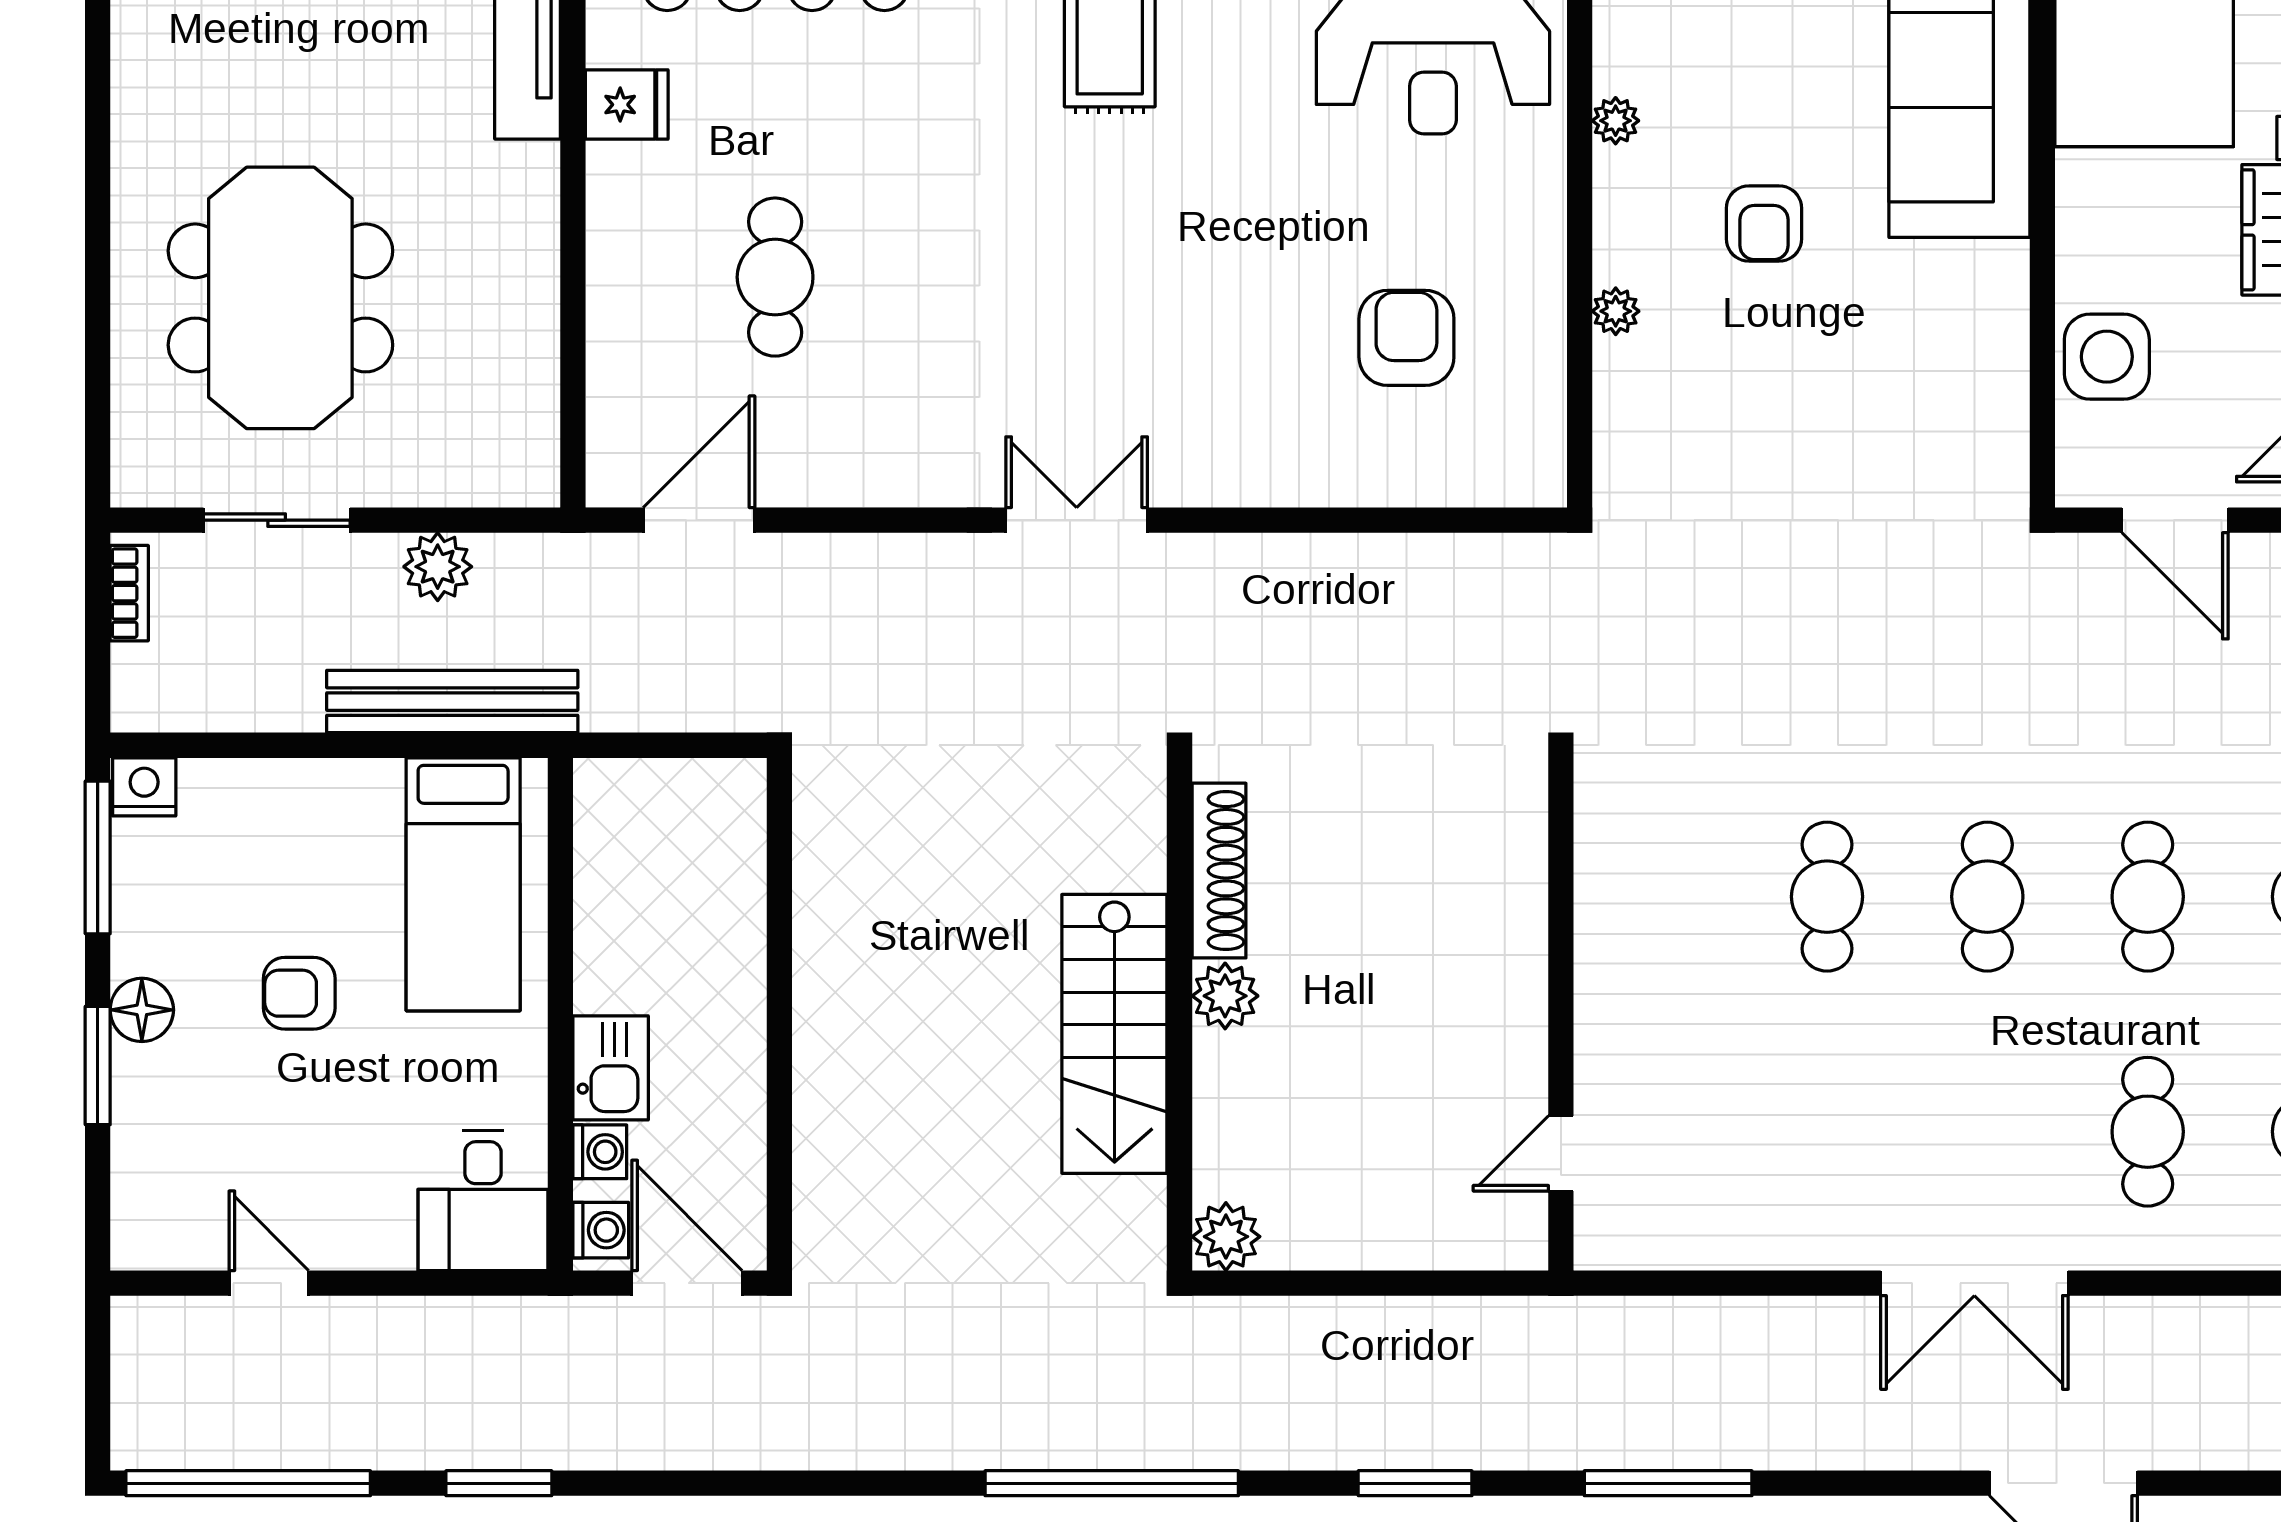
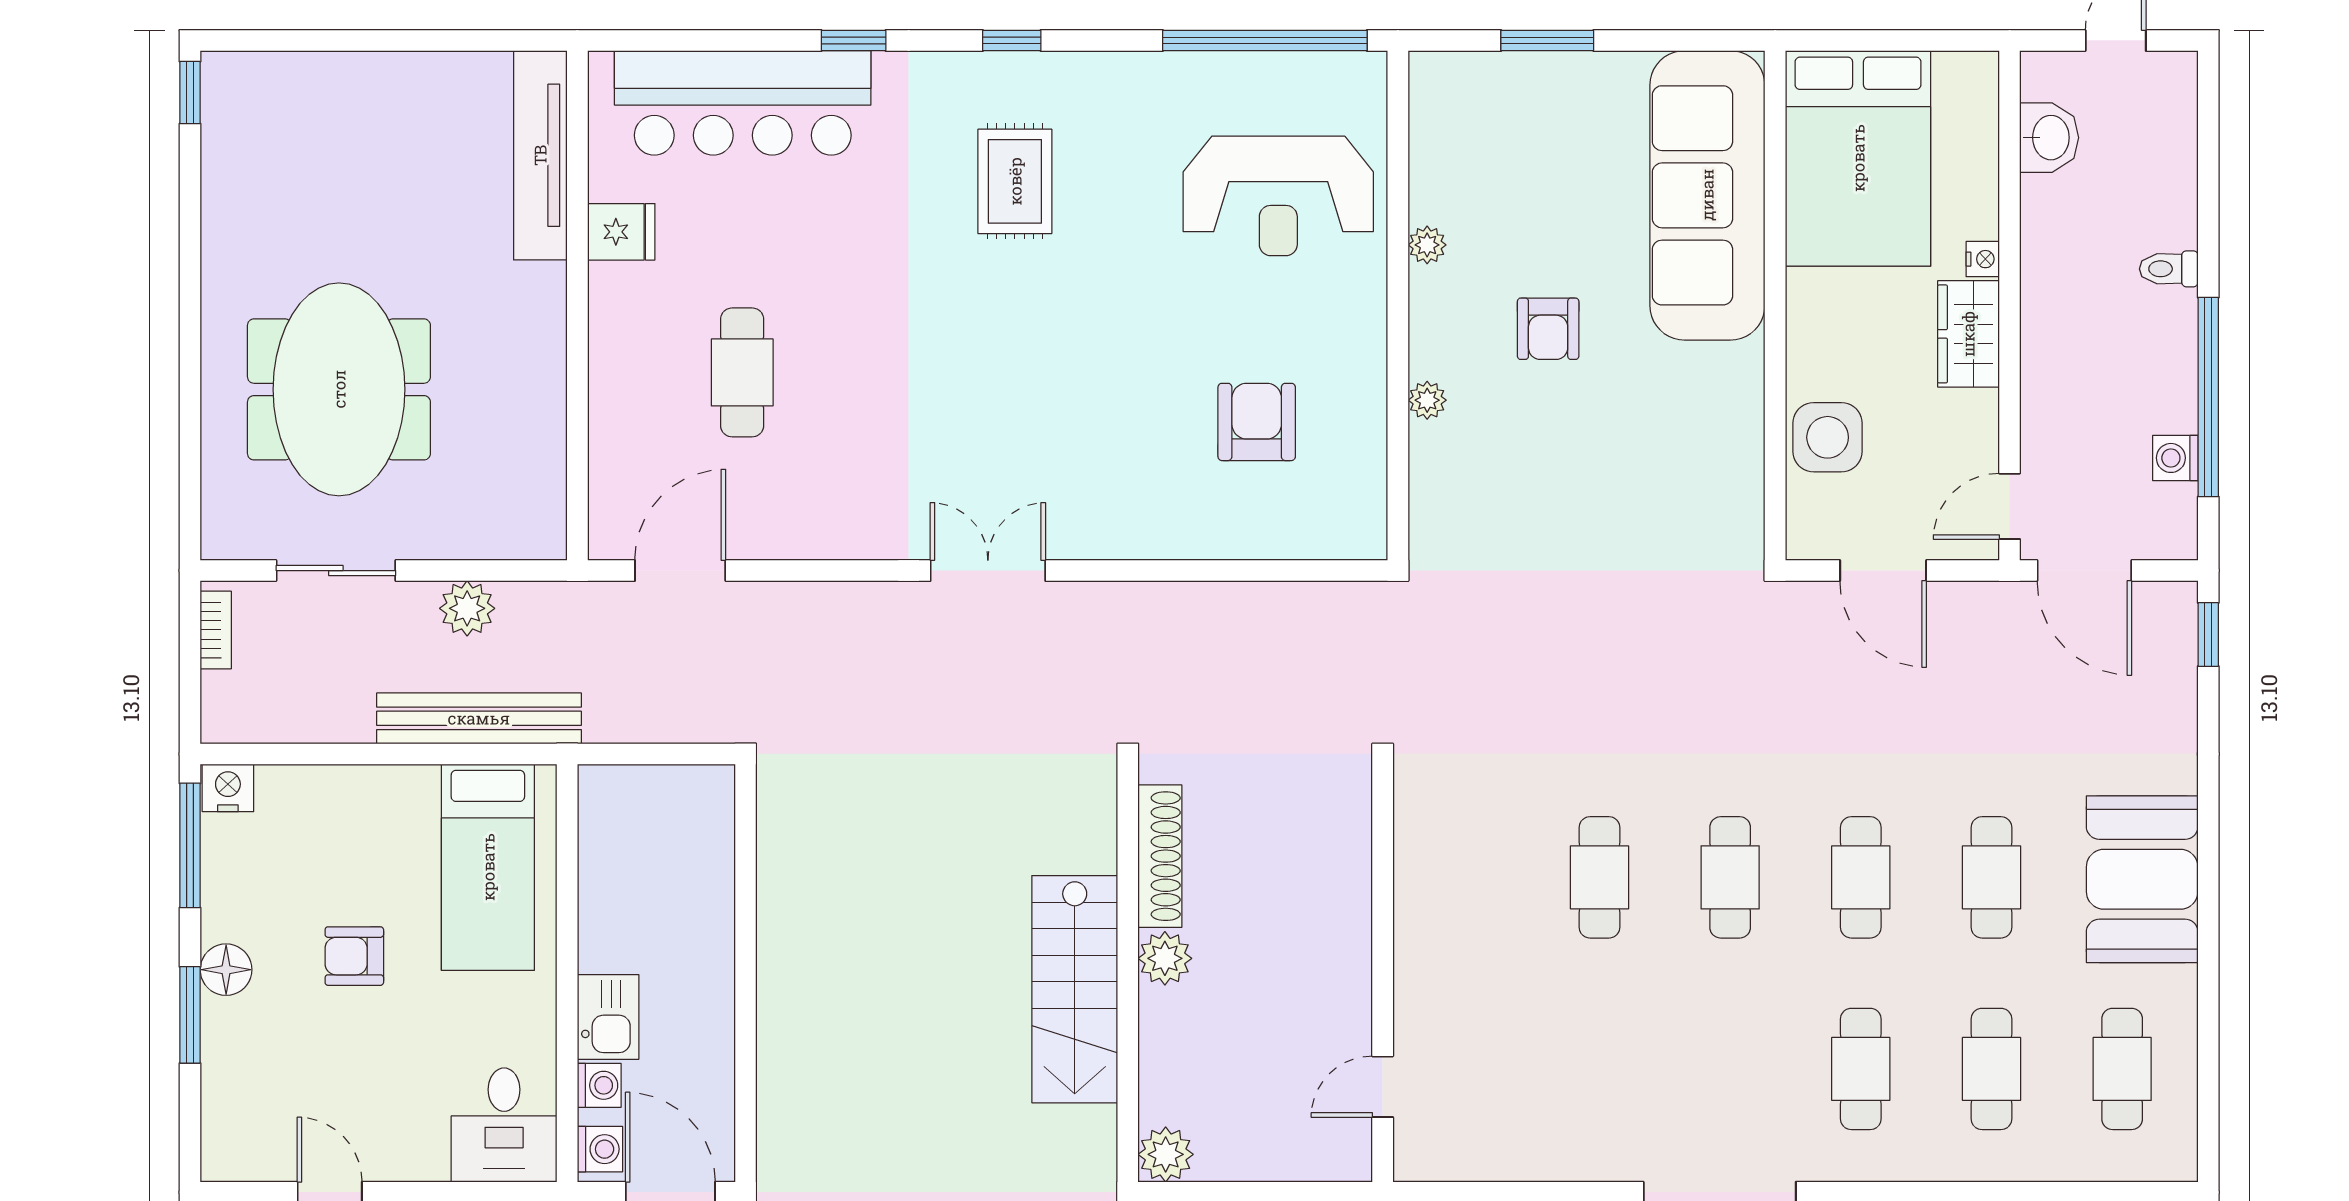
shoe rack: (1219, 871) -> (1160, 856), moved
plant: (1225, 996) -> (1165, 958), moved
wall: (1180, 1014) -> (1128, 973), moved
stairs: (1114, 1034) -> (1075, 989), moved
plant: (1226, 1237) -> (1166, 1154), moved

